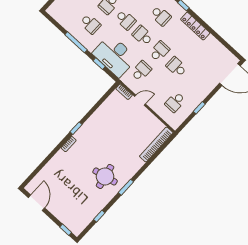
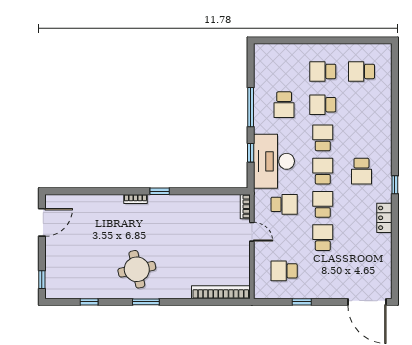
school desk: (126, 20) -> (323, 138), turned 180
locker: (195, 26) -> (384, 218), width x0.66
school desk: (159, 51) -> (323, 204), turned -90

